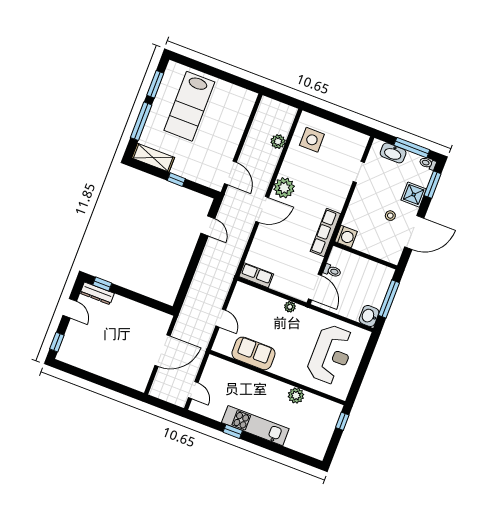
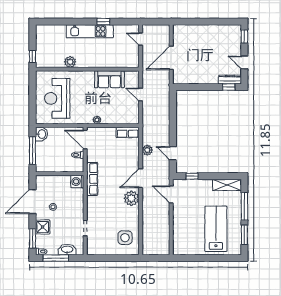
plant: (278, 142) -> (147, 150), moved
window: (176, 180) -> (192, 176), moved

